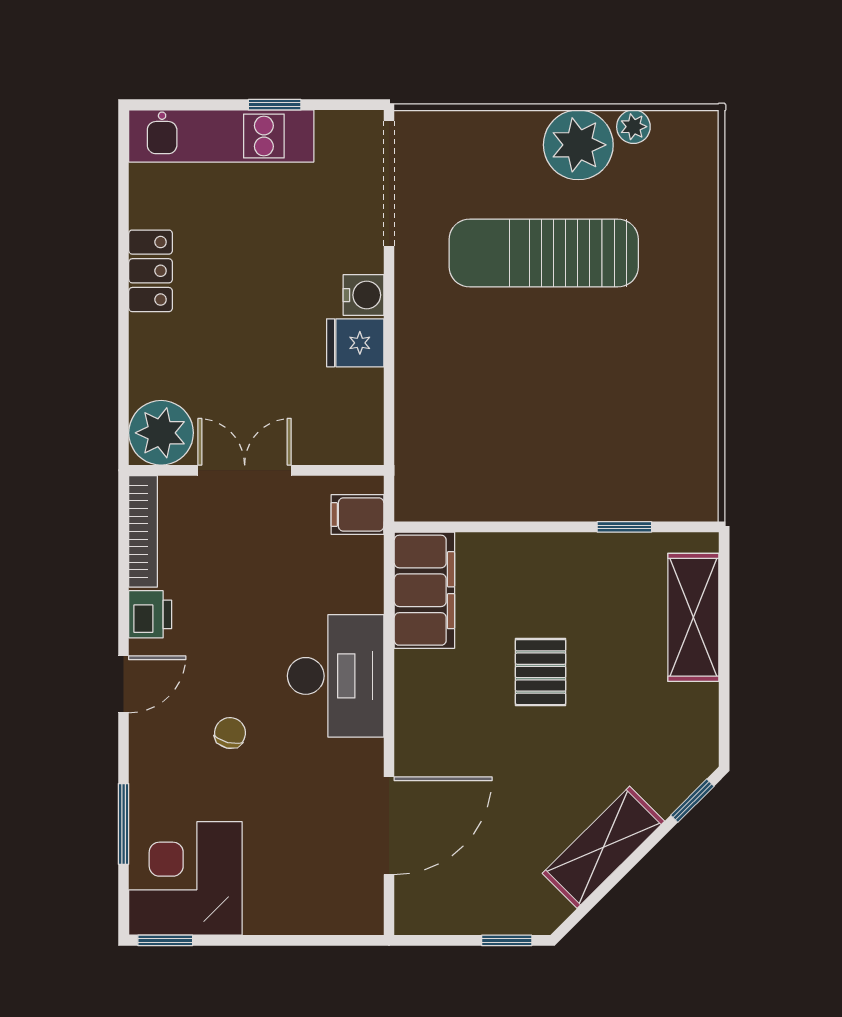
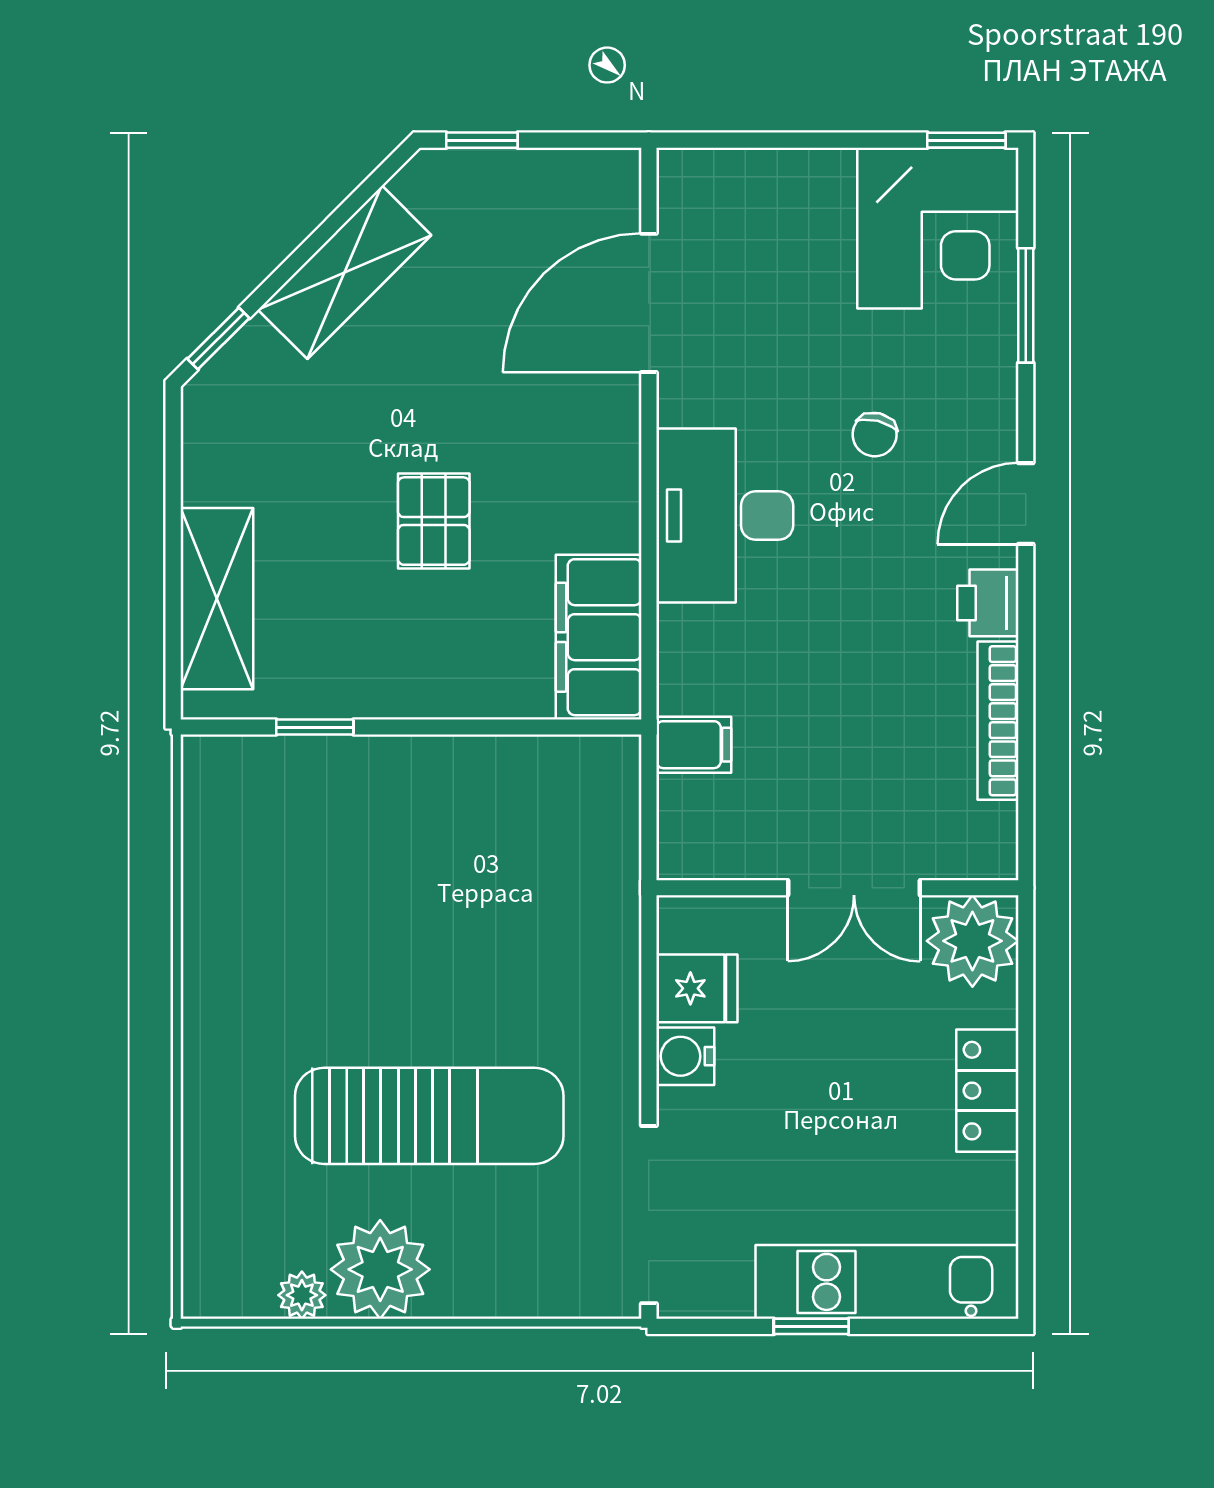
plant: (161, 433) -> (972, 941), moved
double door: (245, 470) -> (854, 888), moved
wall: (256, 470) -> (837, 888), moved

